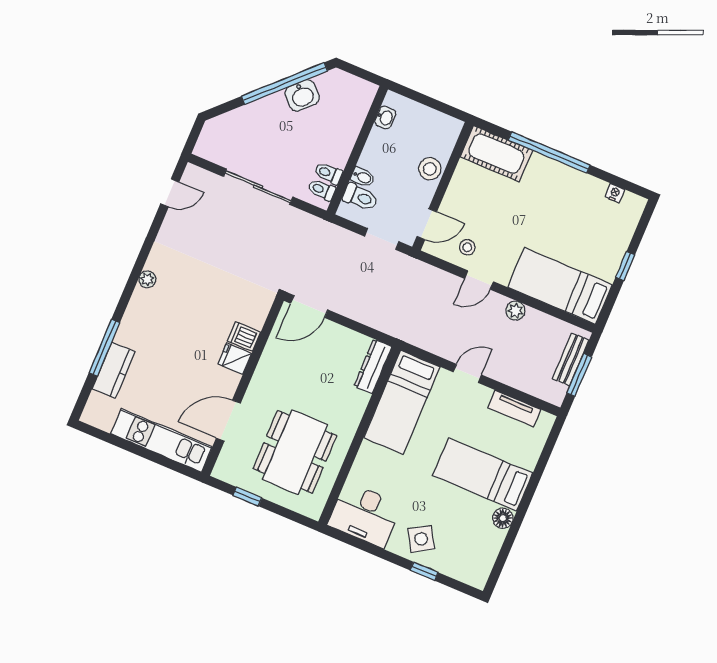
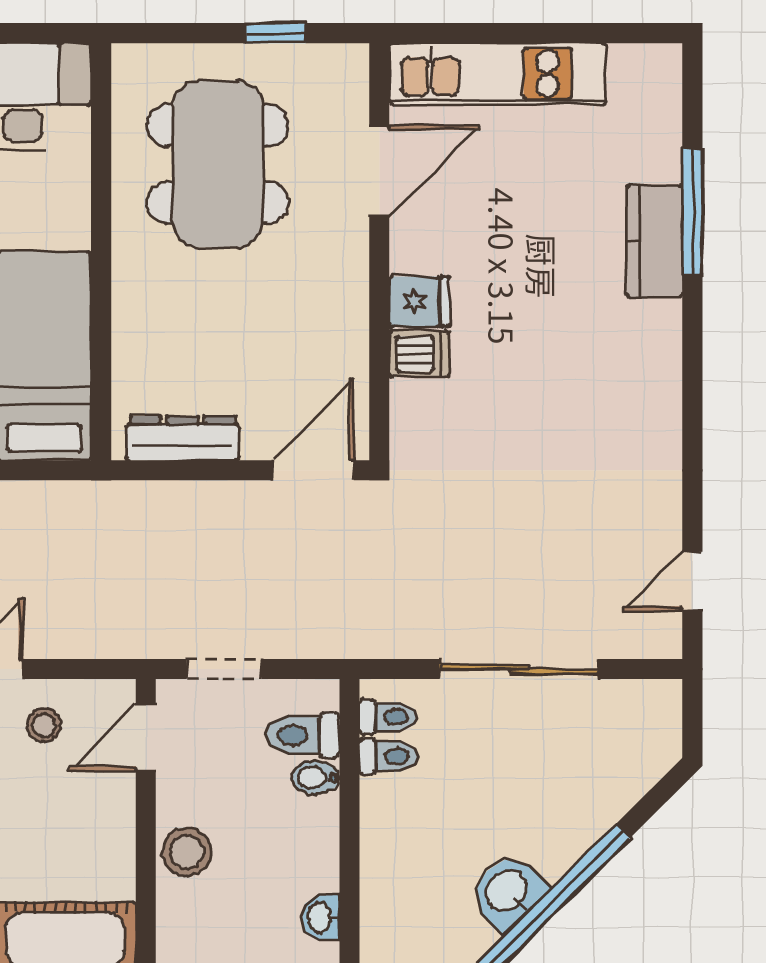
plant: (147, 279) -> (664, 387), removed
dresser: (373, 366) -> (183, 438), moved, turned -90
kitchen counter: (114, 370) -> (654, 241), moved

